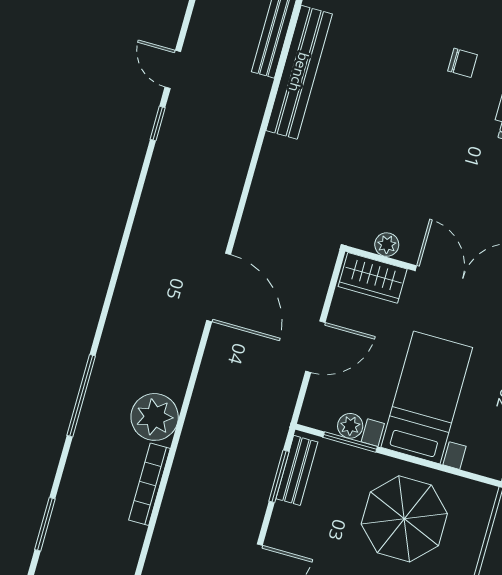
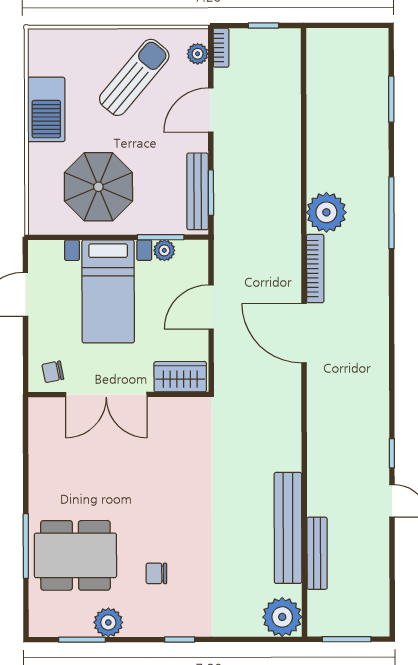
plant: (387, 245) -> (176, 407), removed
bench: (297, 470) -> (198, 191), width x1.36
bookcase: (150, 484) -> (315, 269), moved

